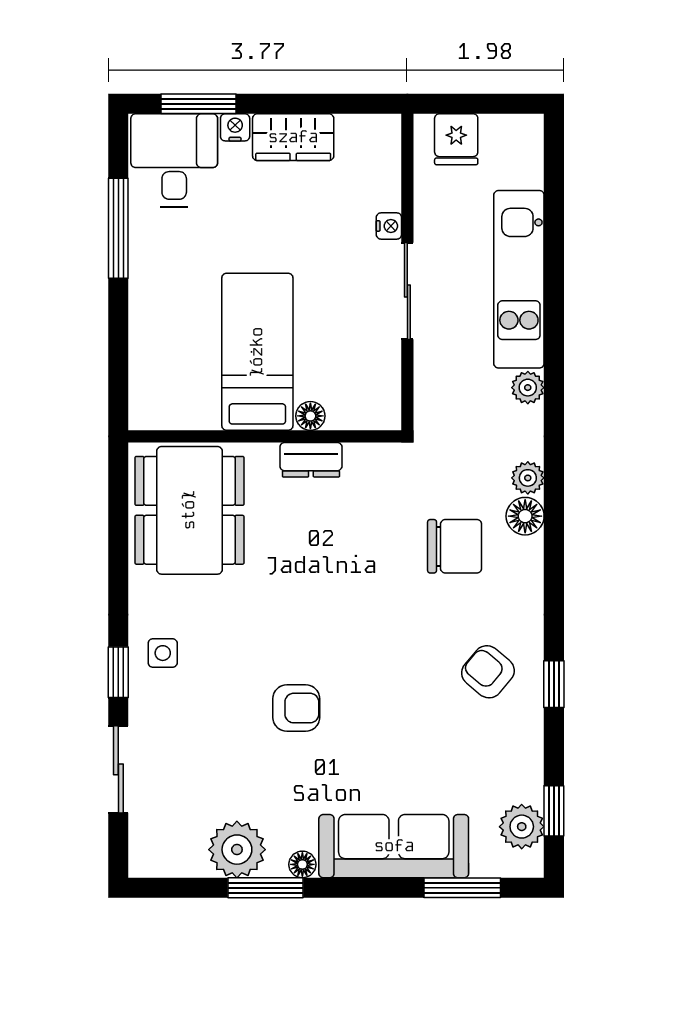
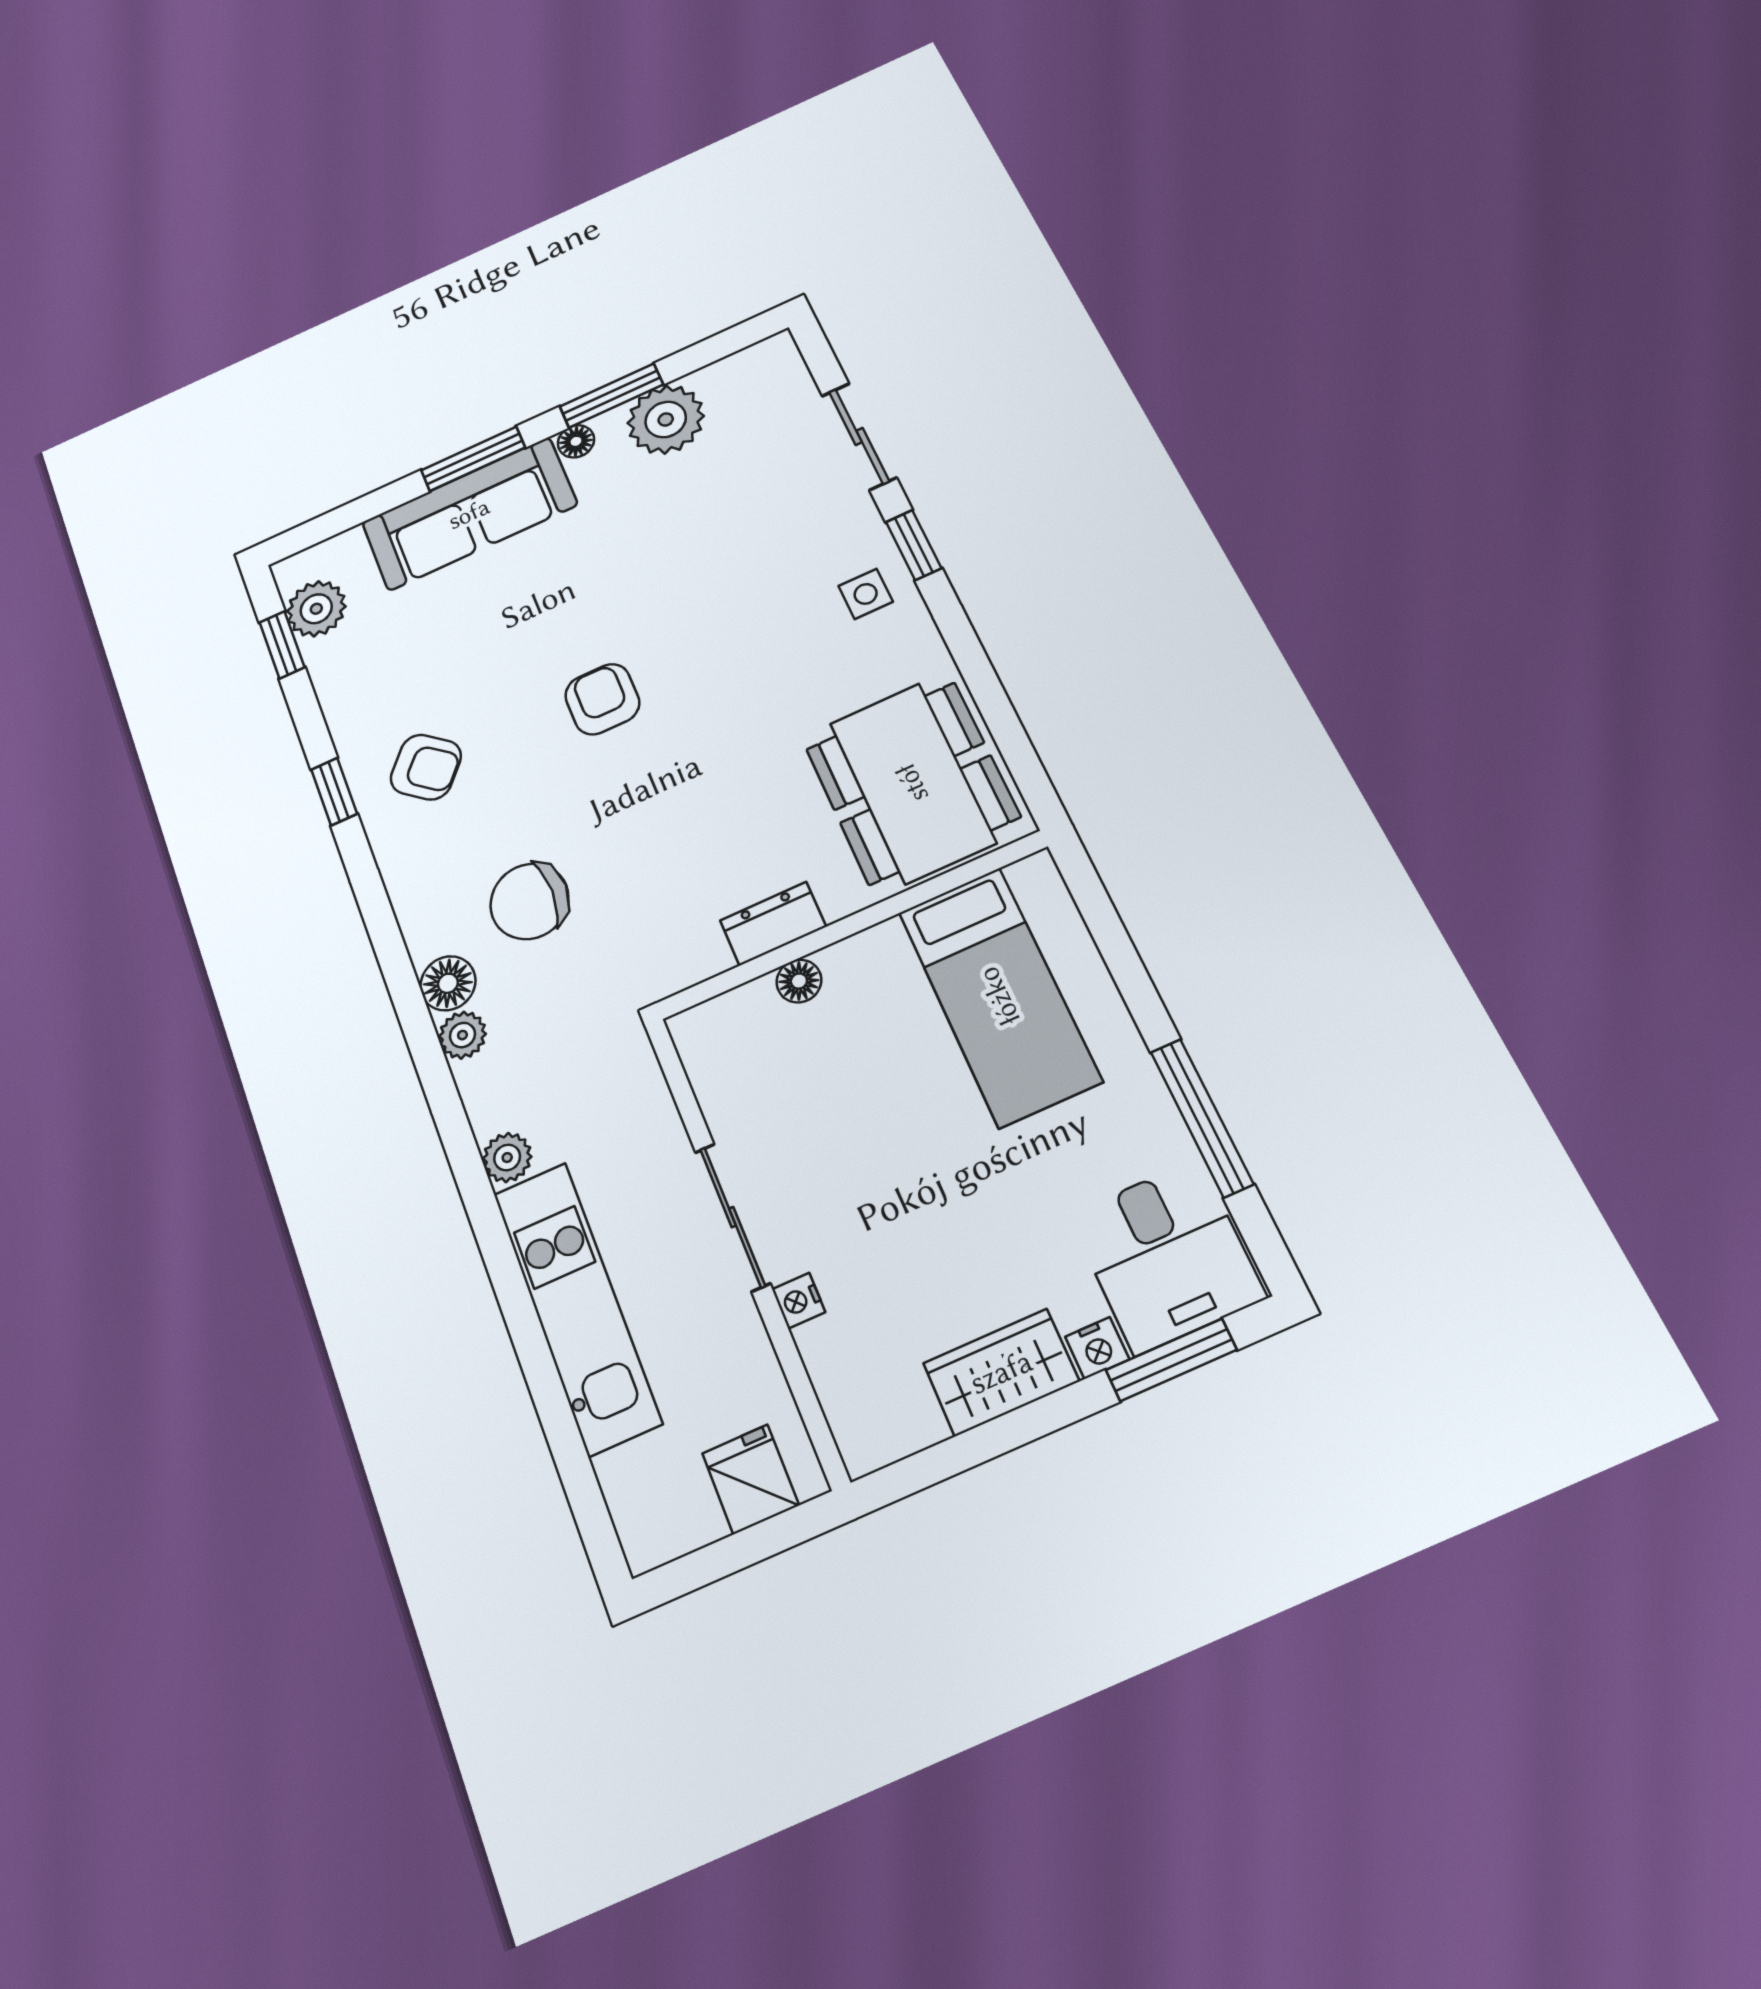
bed: (257, 352) -> (999, 996), moved
armchair: (296, 708) -> (602, 699), moved, turned 90
window: (462, 888) -> (473, 459), moved

